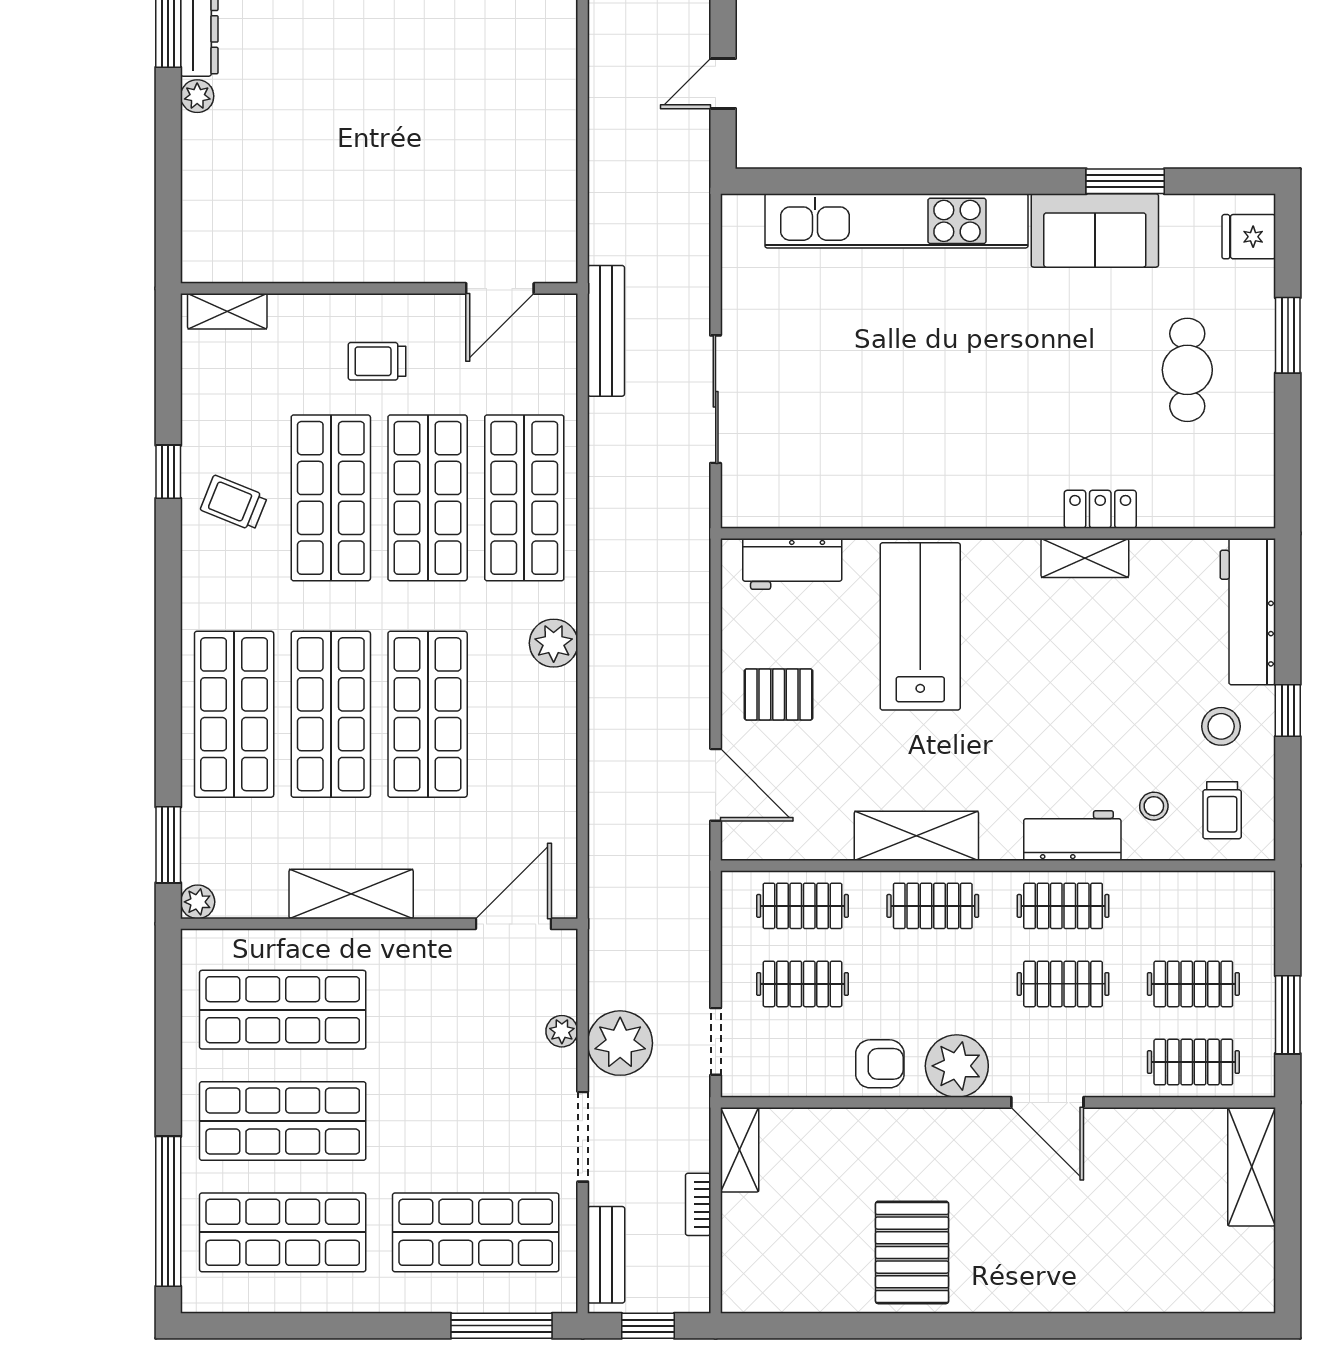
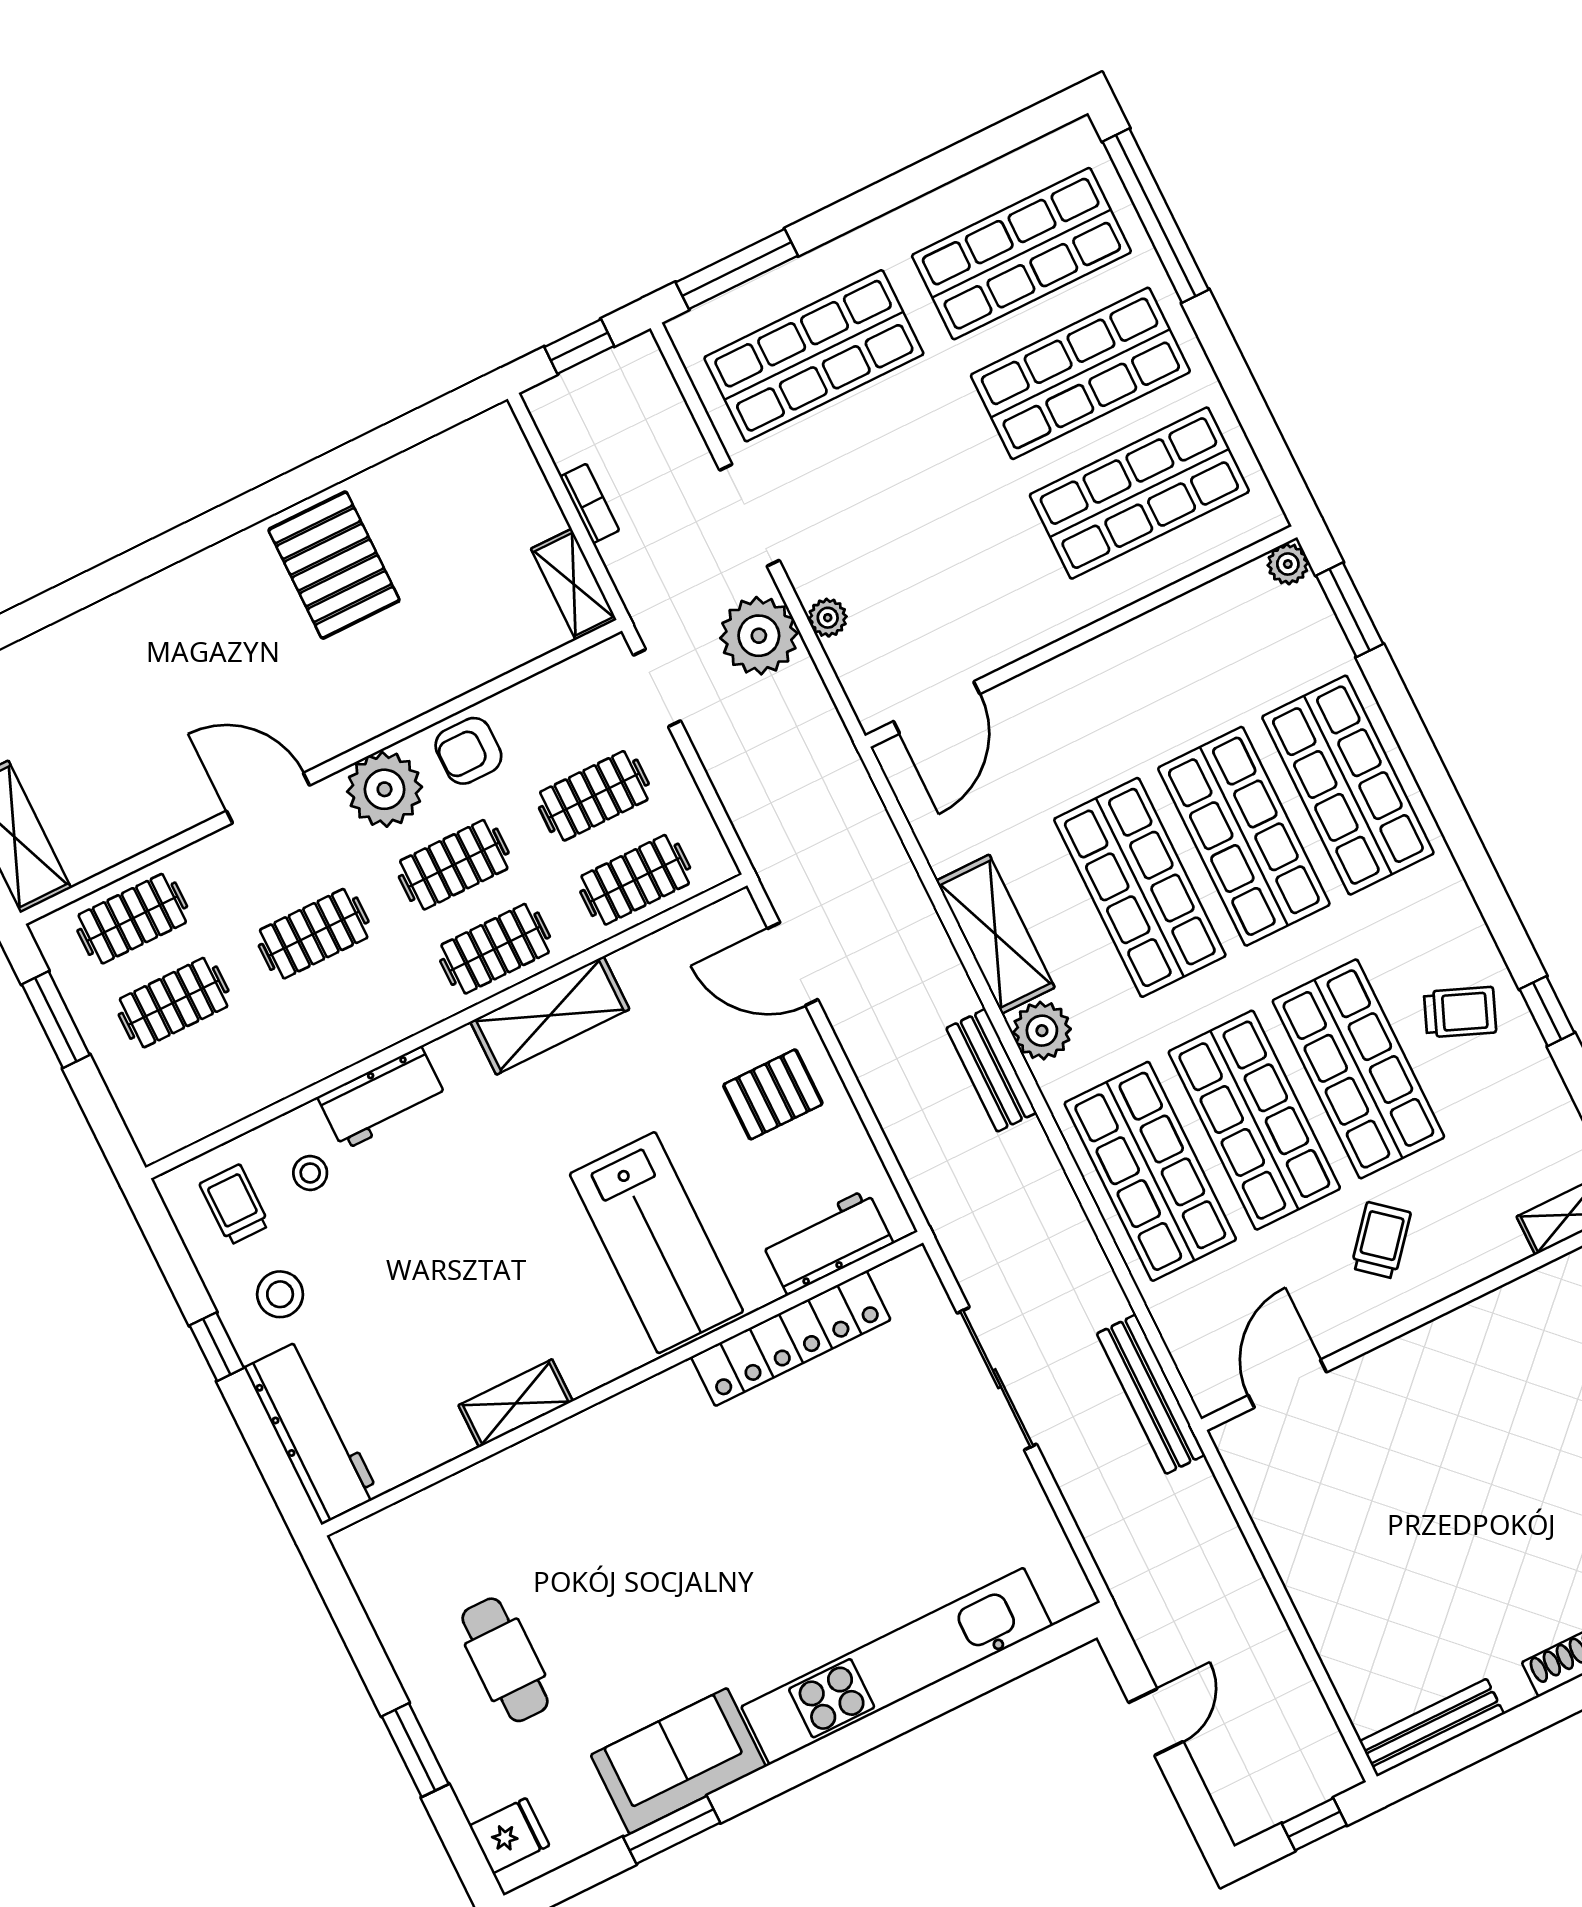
trolley: (377, 361) -> (1381, 1240), turned -50
locker: (1100, 509) -> (791, 1338), moved, width x2.16, depth x1.21
shelving: (351, 894) -> (995, 934), moved, turned 90
clothes rail: (1063, 906) -> (454, 865), moved
bench: (606, 1255) -> (991, 1070), moved

